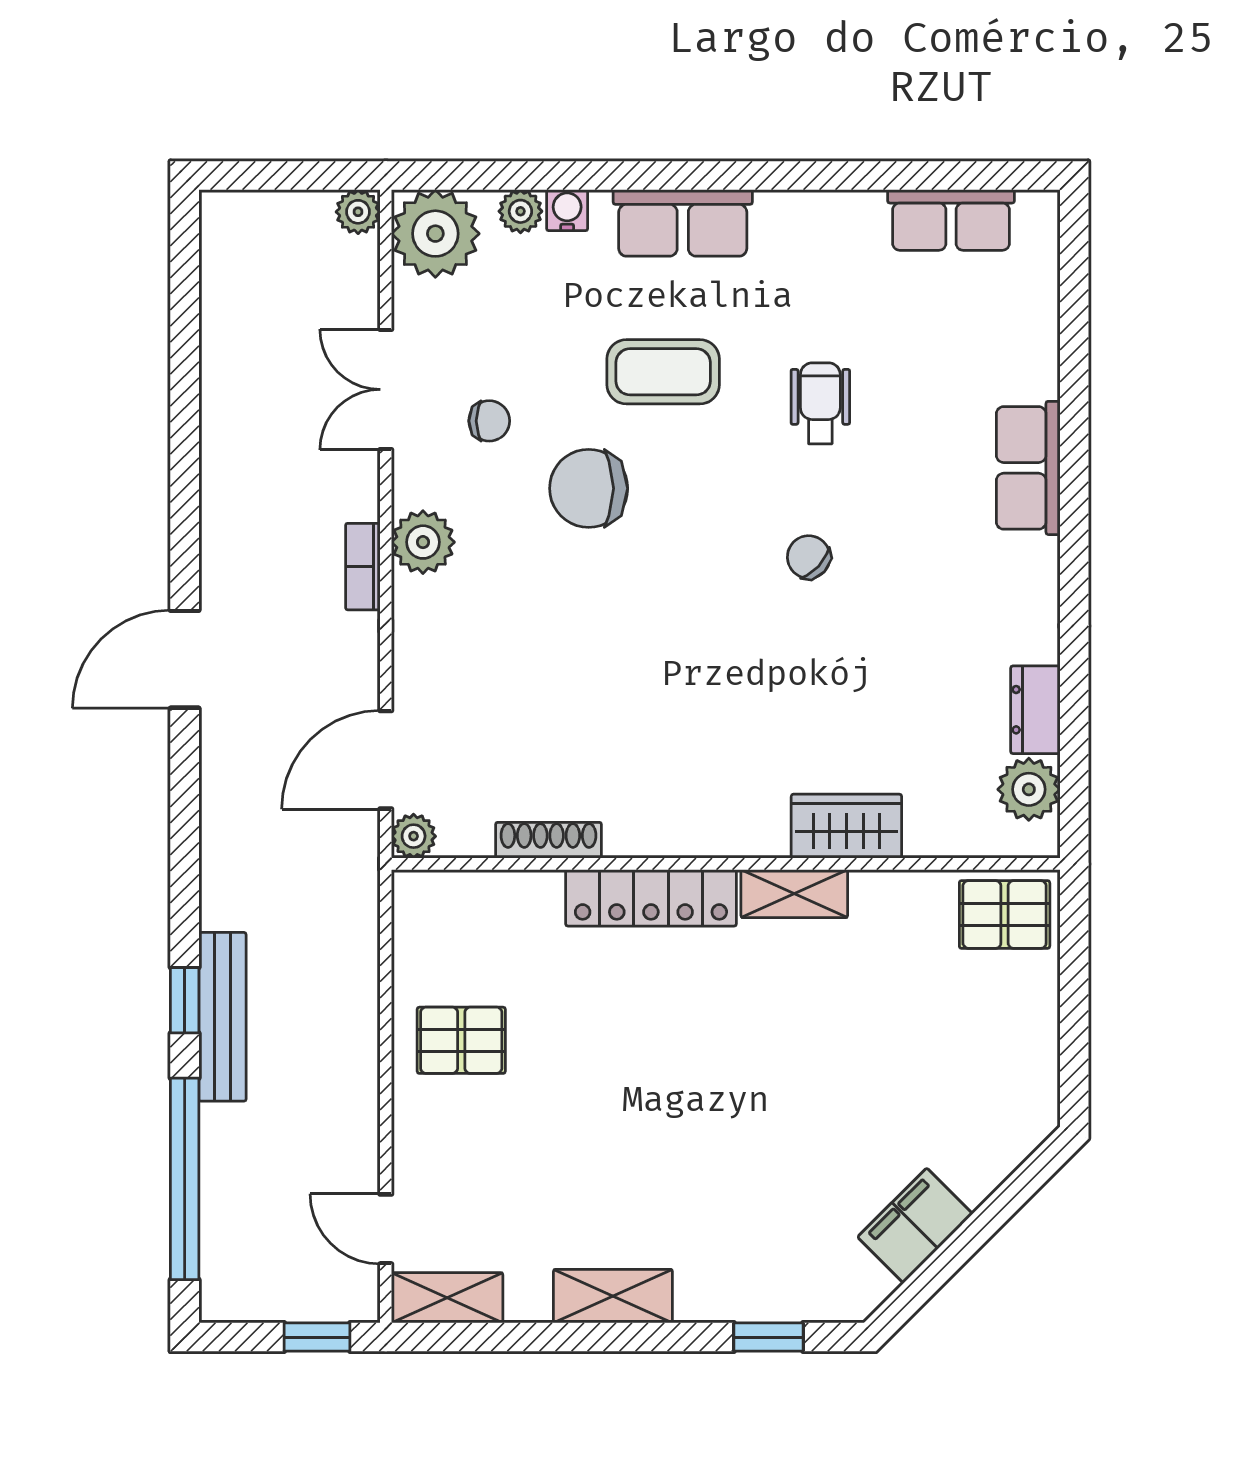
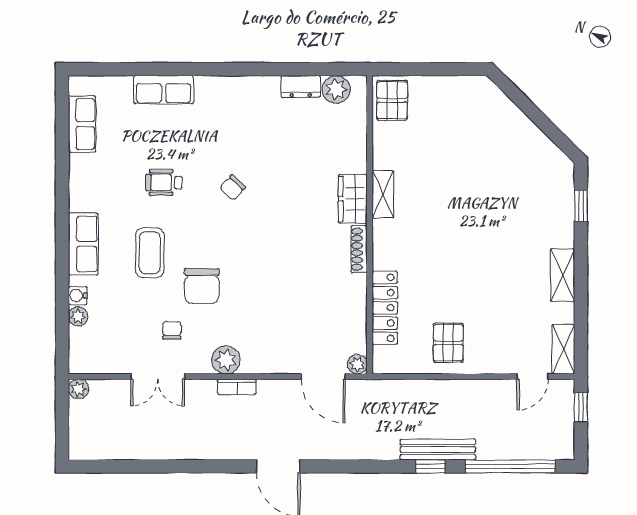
plant: (435, 234) -> (88, 354), removed
row of seats: (1028, 468) -> (164, 90), moved
wardrobe: (846, 826) -> (353, 199), moved
shoe rack: (549, 840) -> (359, 249), moved
locker: (651, 898) -> (385, 308), moved
filing cabinet: (915, 1226) -> (531, 140), removed

